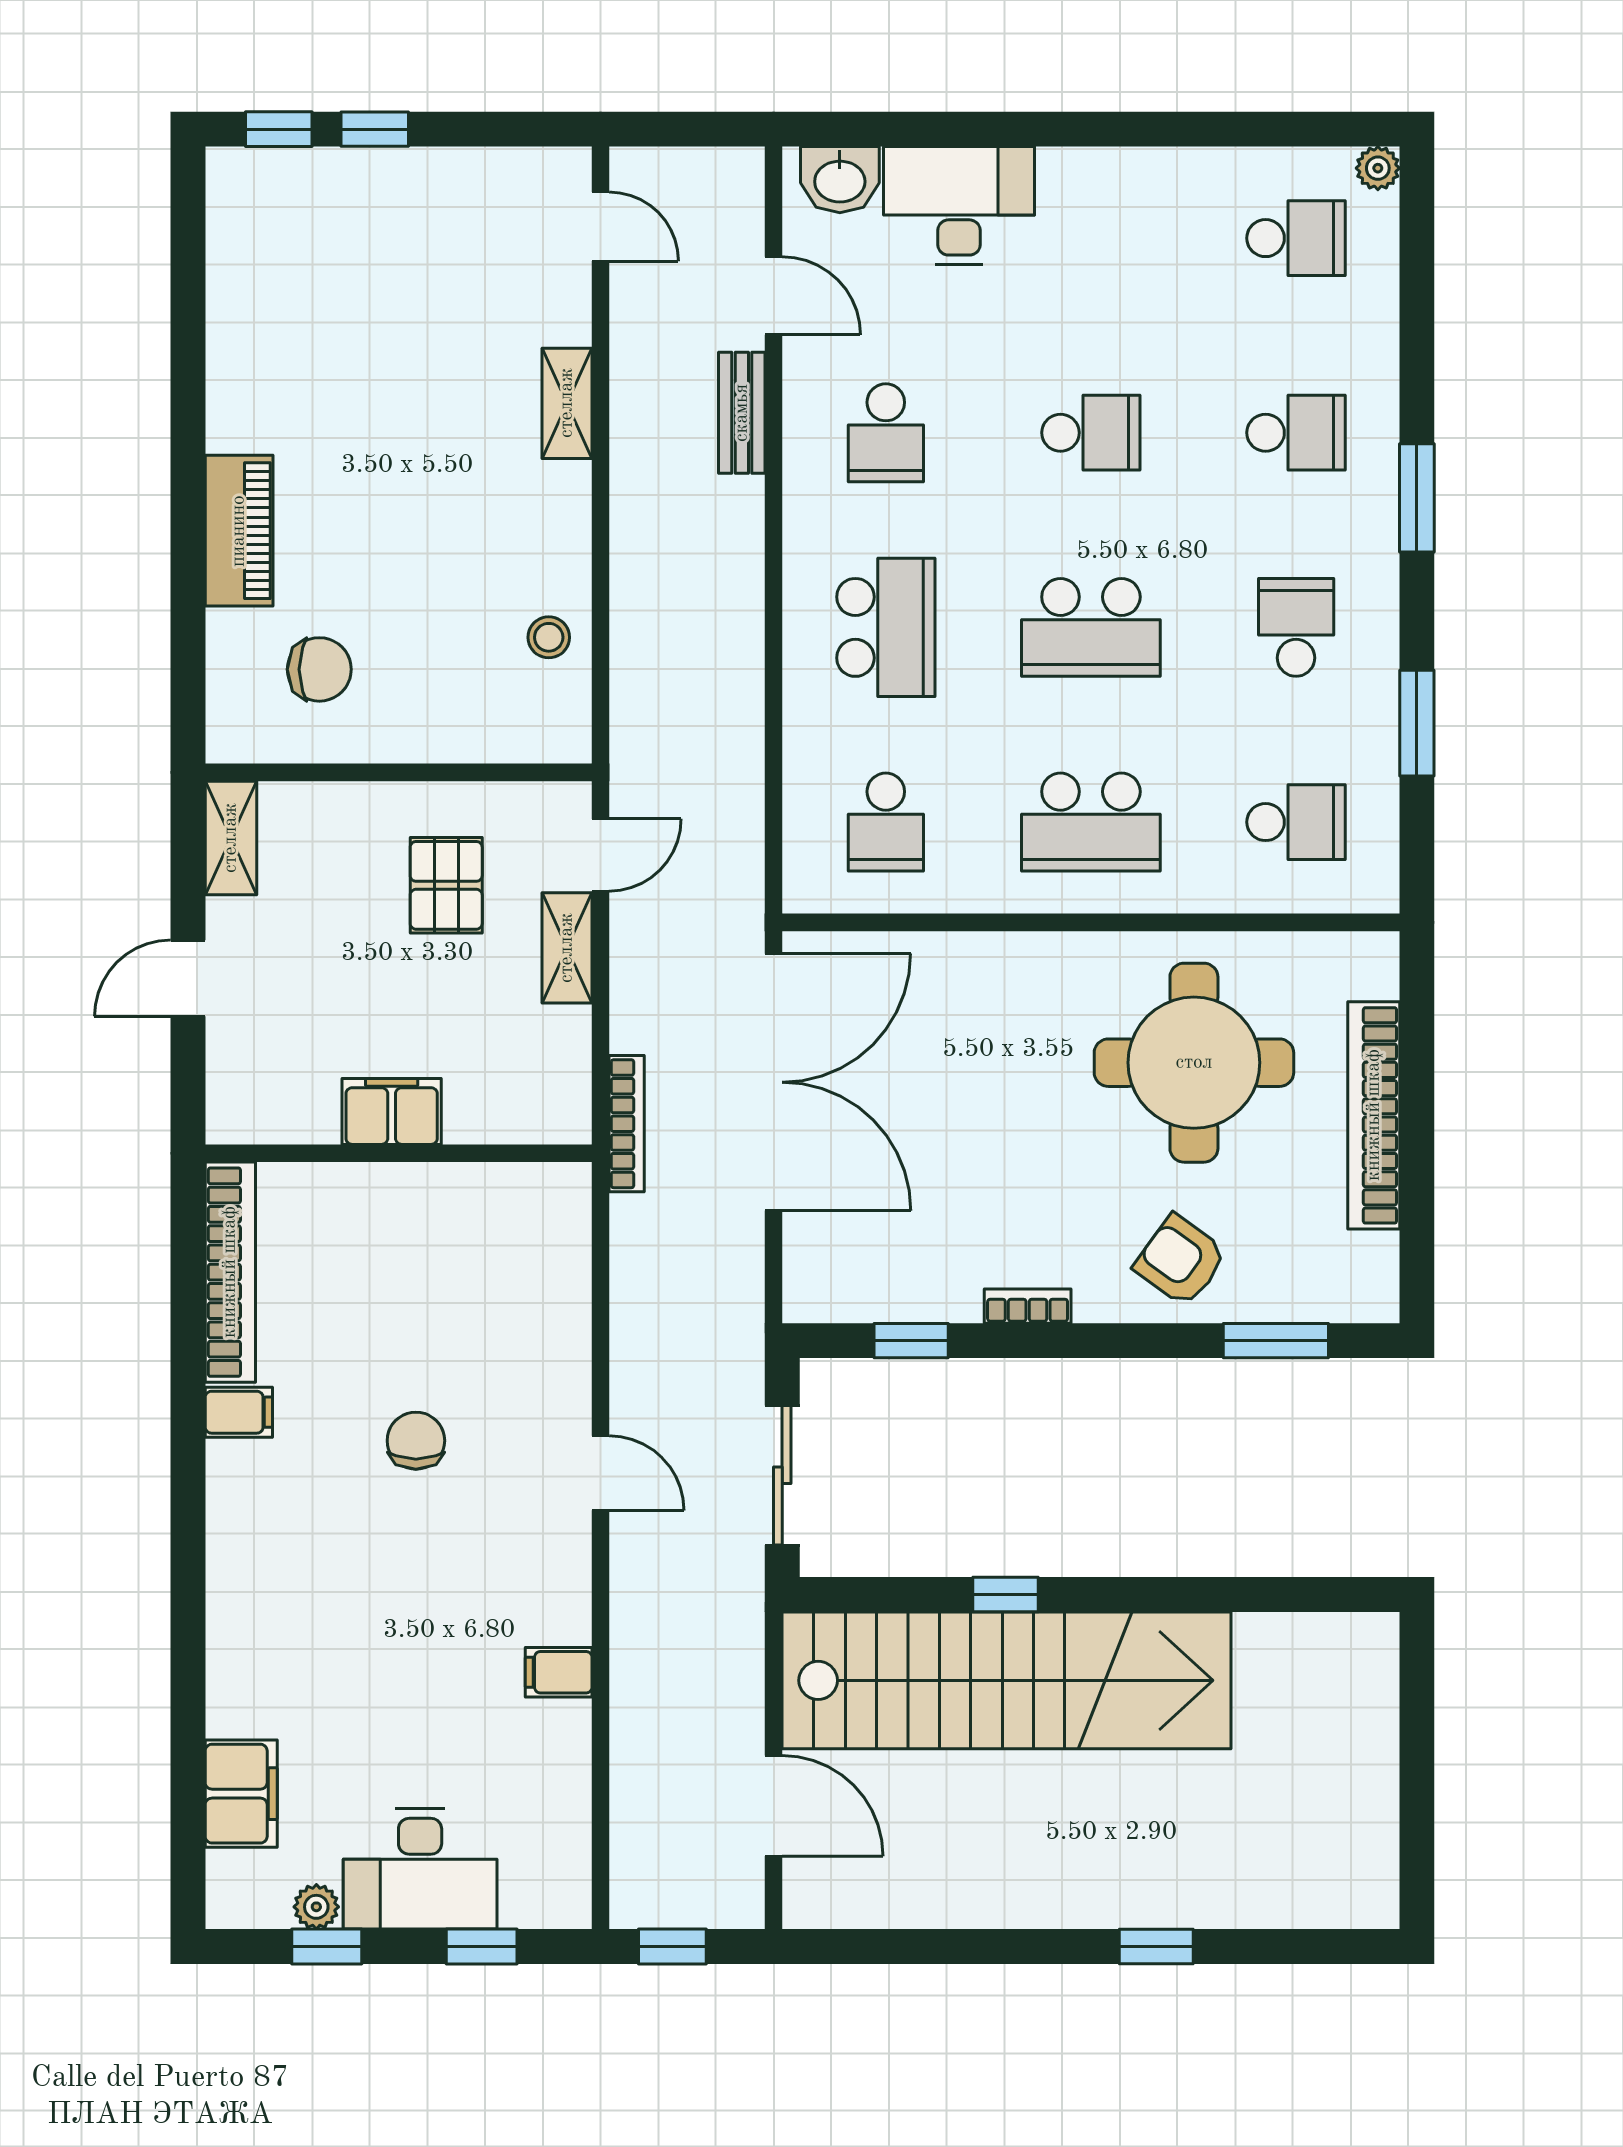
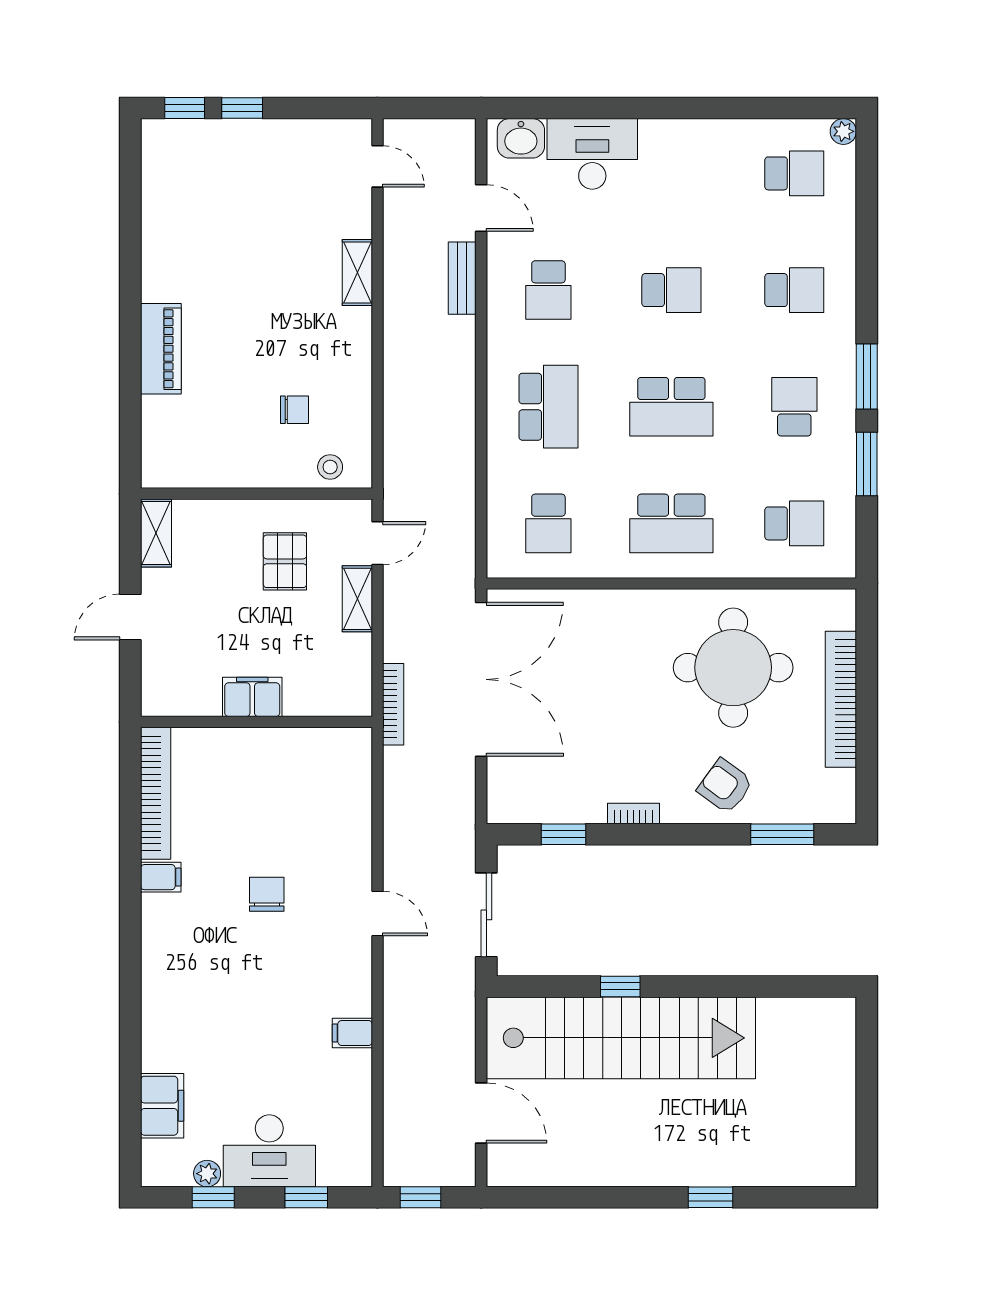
window: (1417, 498) -> (867, 376), moved
stool: (549, 637) -> (330, 467), moved
chair: (319, 669) -> (295, 410), moved, width x0.73, depth x0.73

